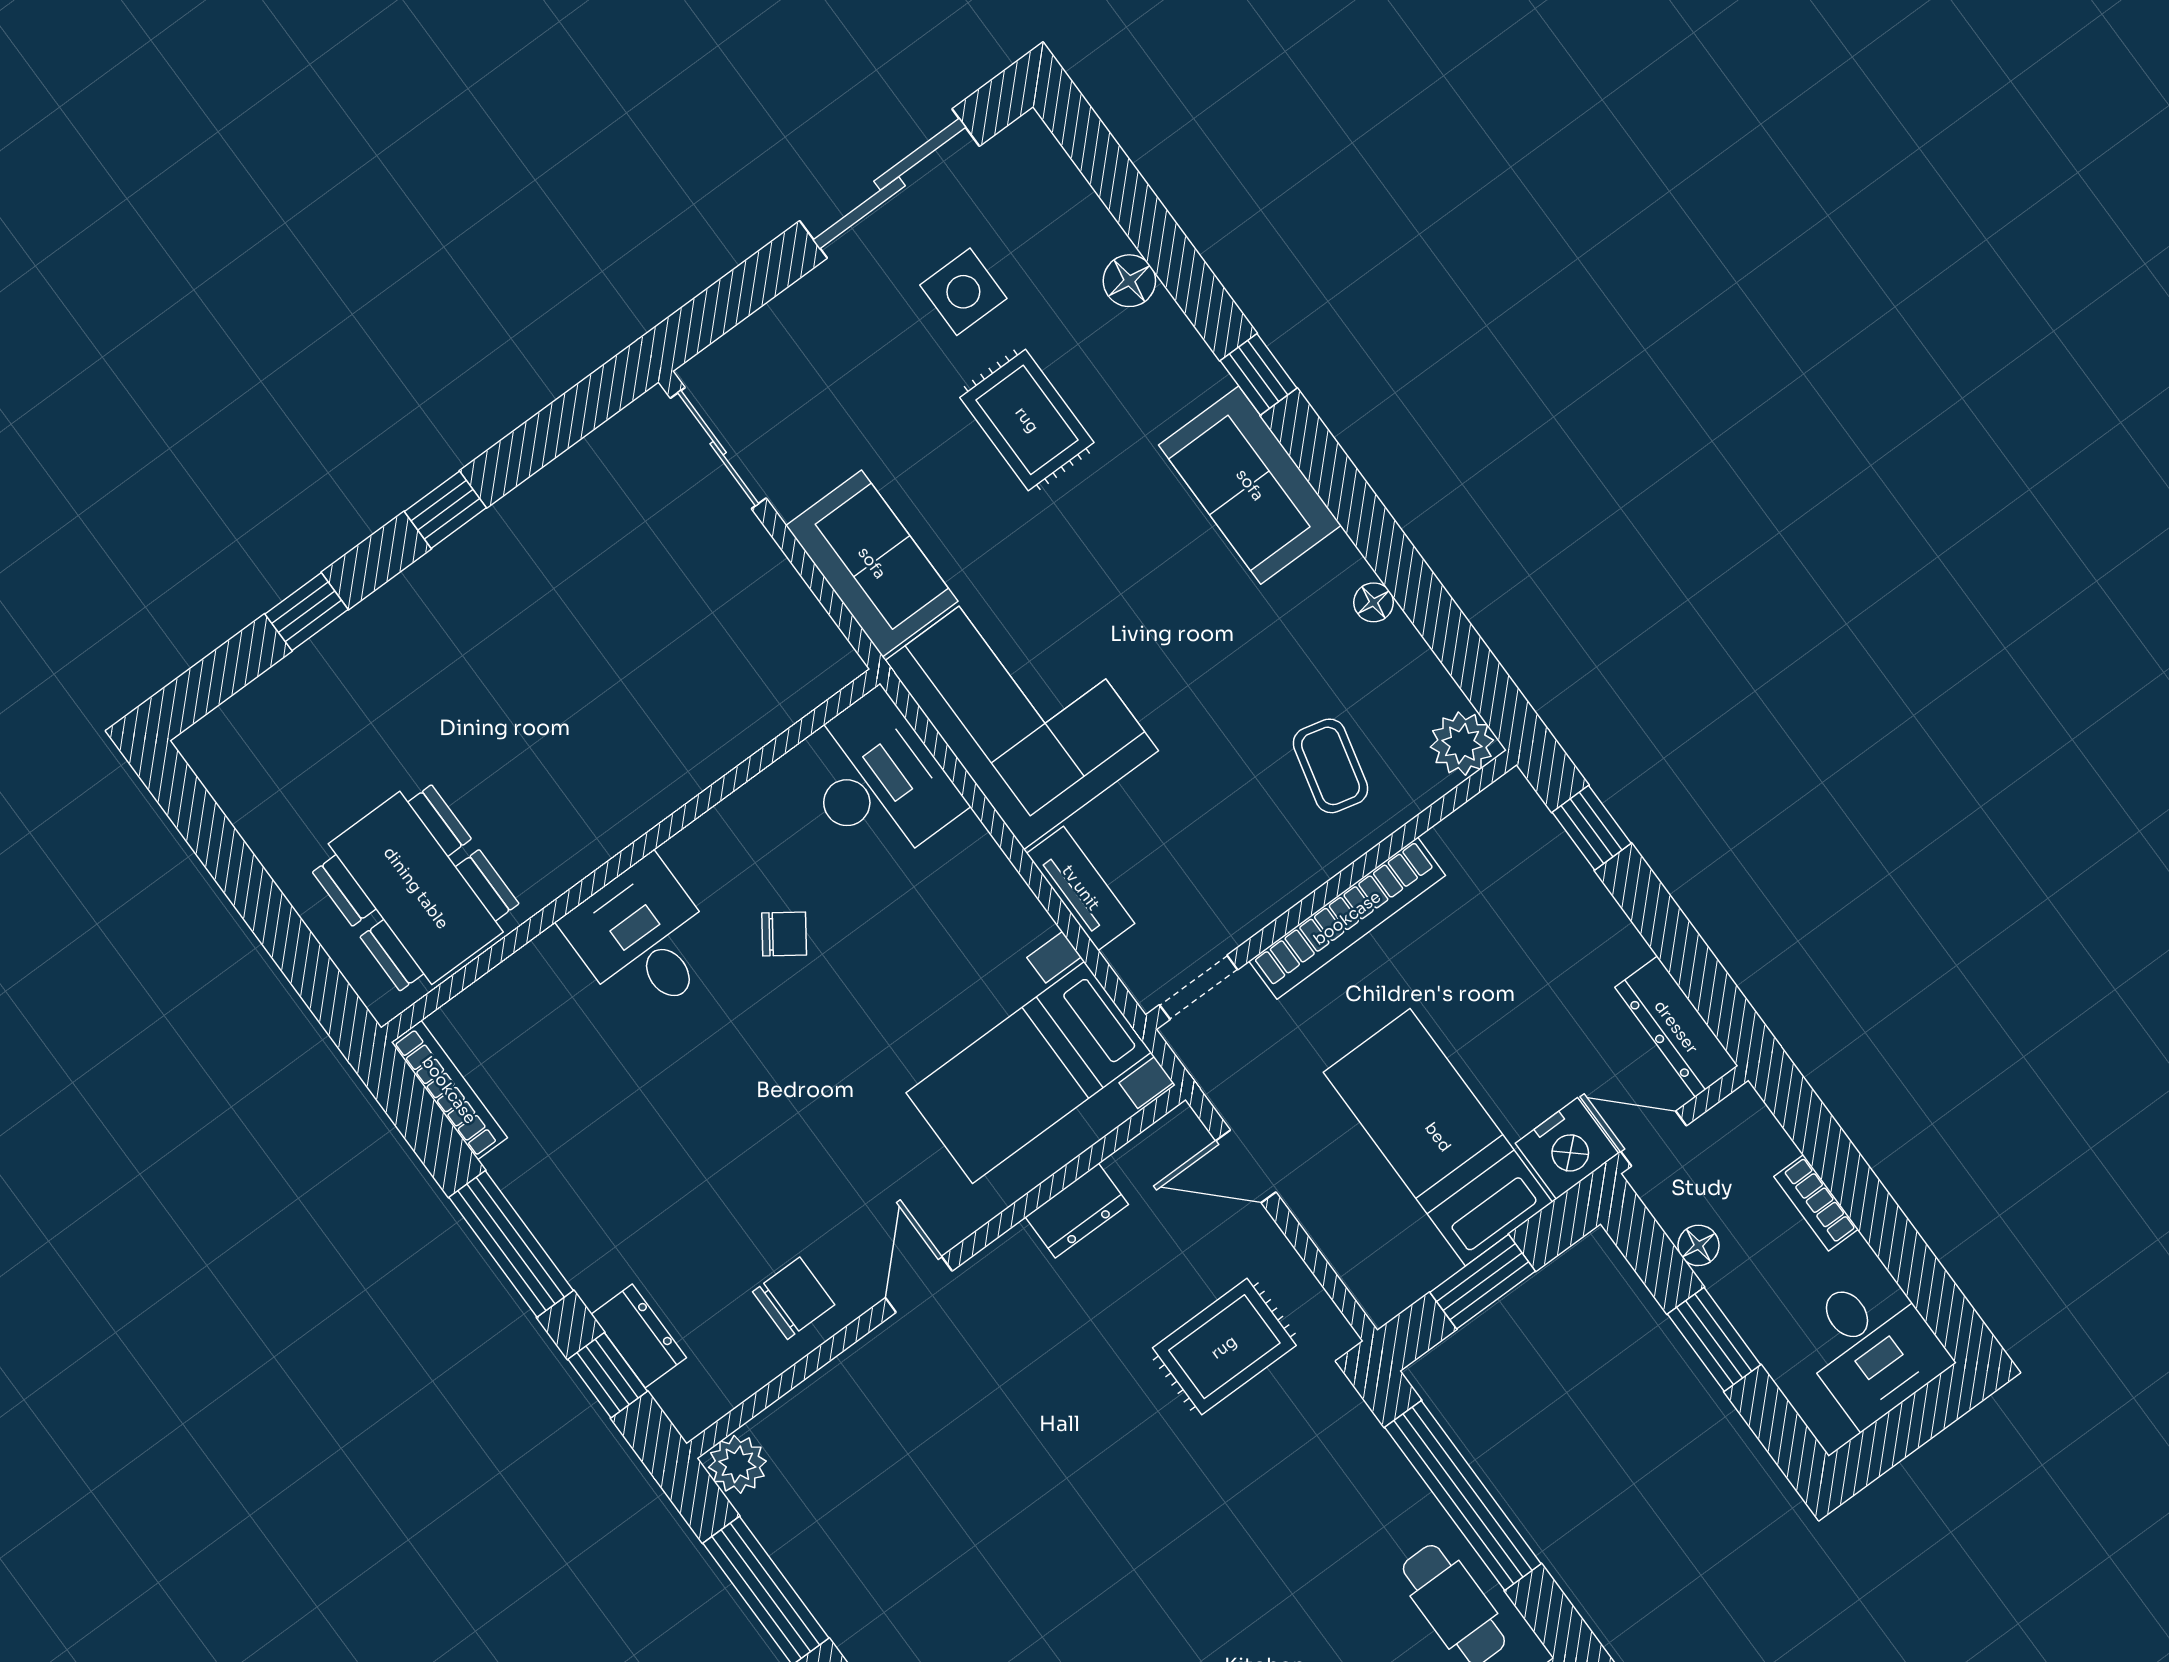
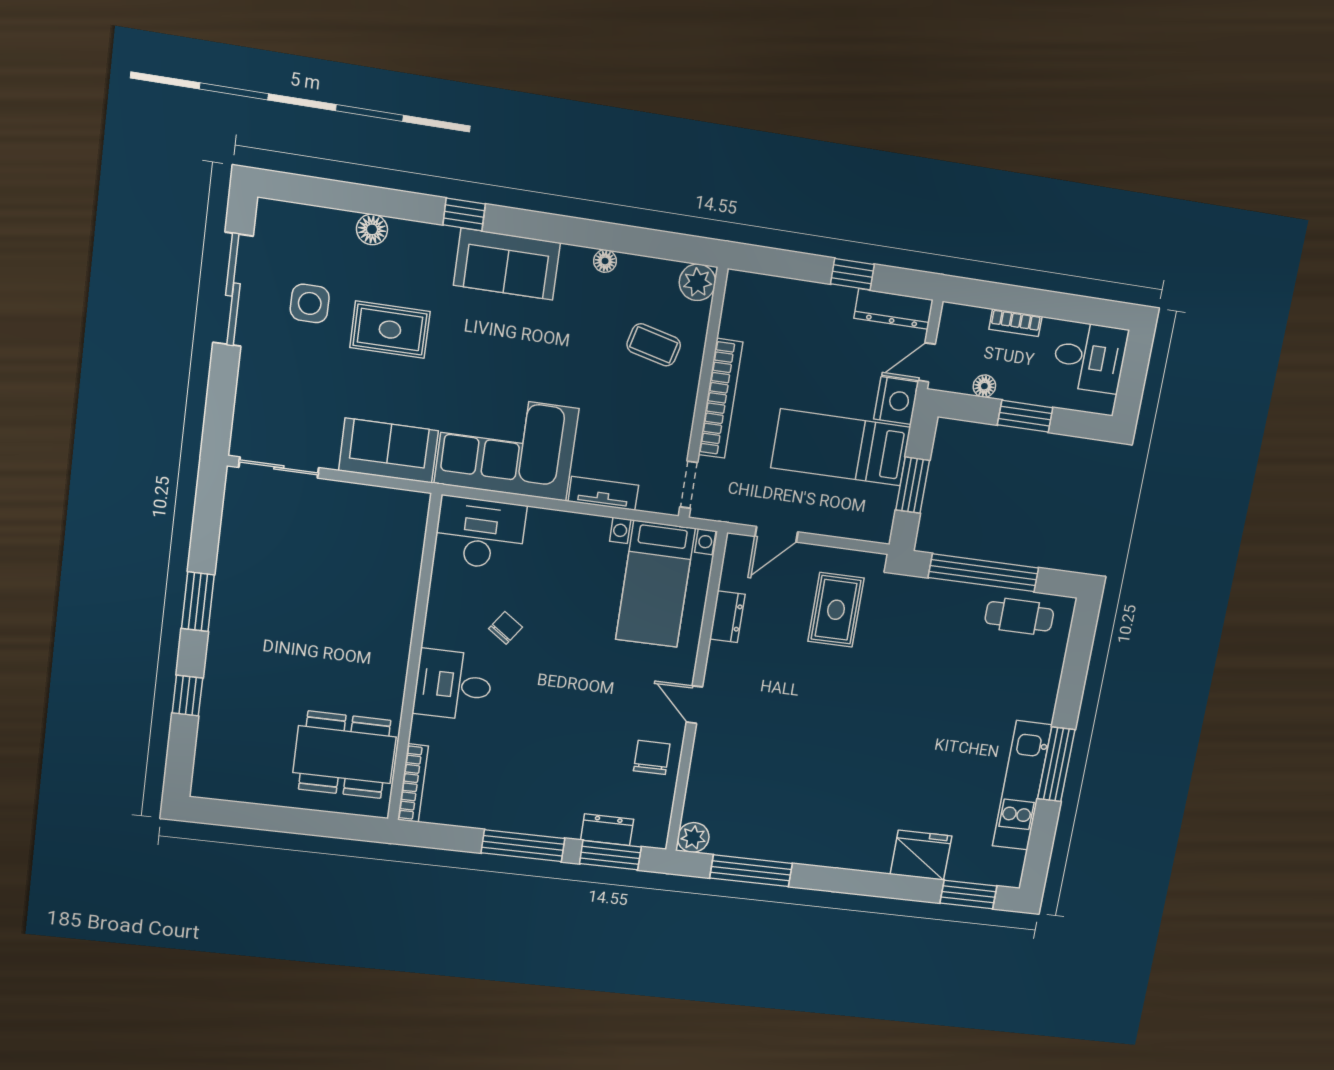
window: (445, 510) -> (198, 602), width x1.50
window: (1592, 828) -> (852, 274), moved
bookcase: (449, 1090) -> (413, 783), moved, turned 90
window: (608, 1375) -> (610, 855), width x1.50

